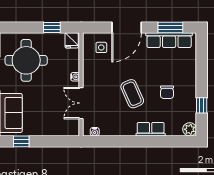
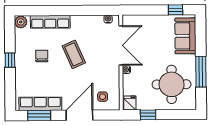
double door: (81, 103) -> (121, 45), width x1.37
window: (202, 105) -> (10, 60), moved
row of seats: (151, 129) -> (50, 22), width x1.48

